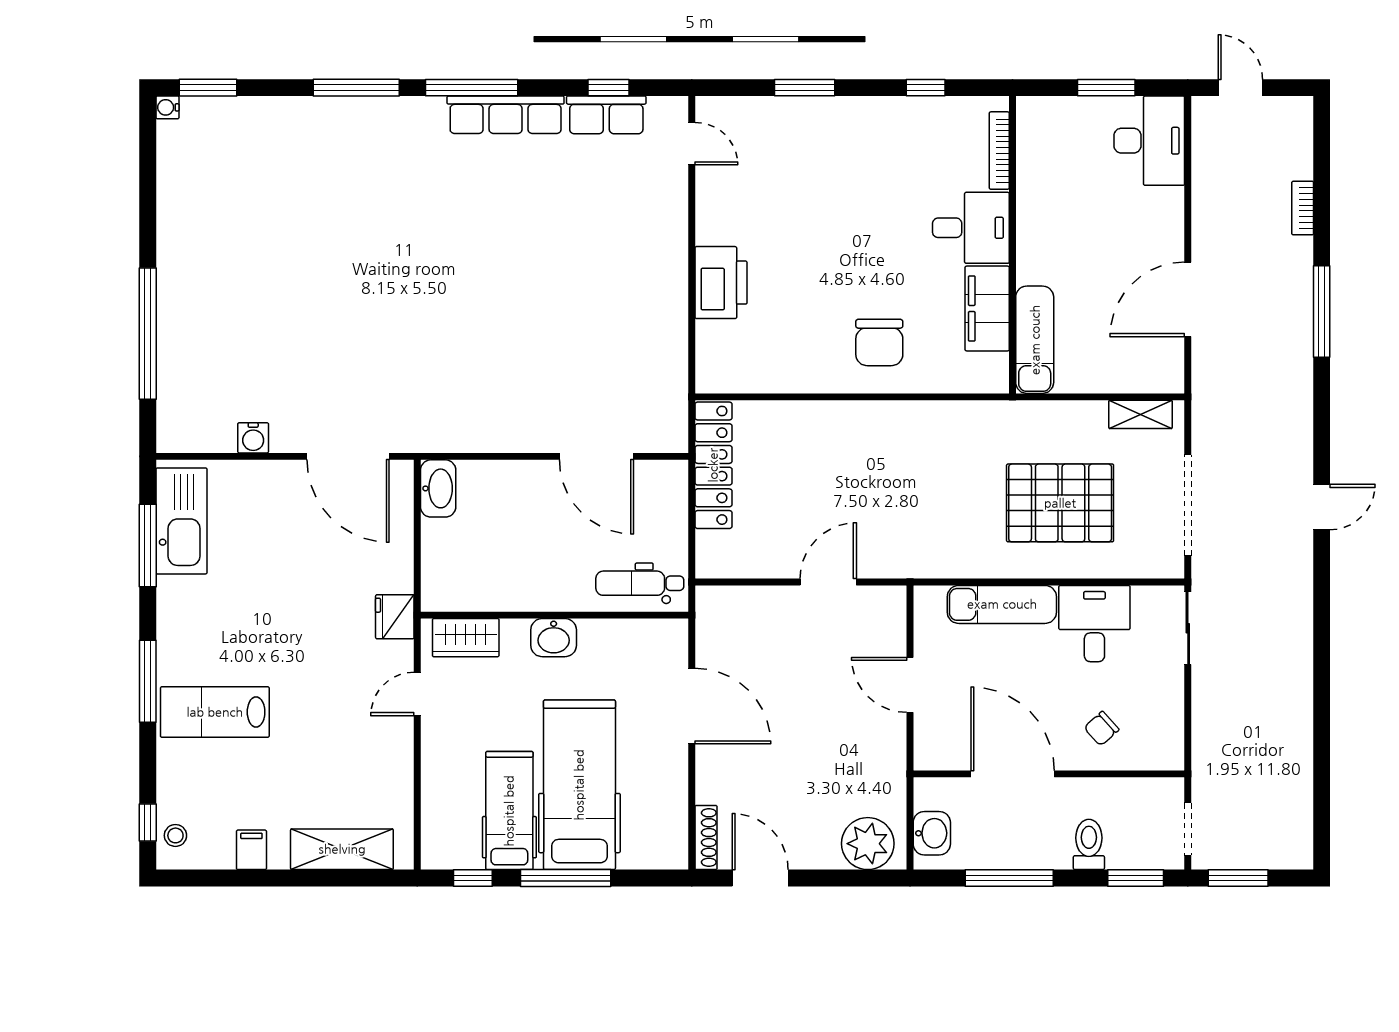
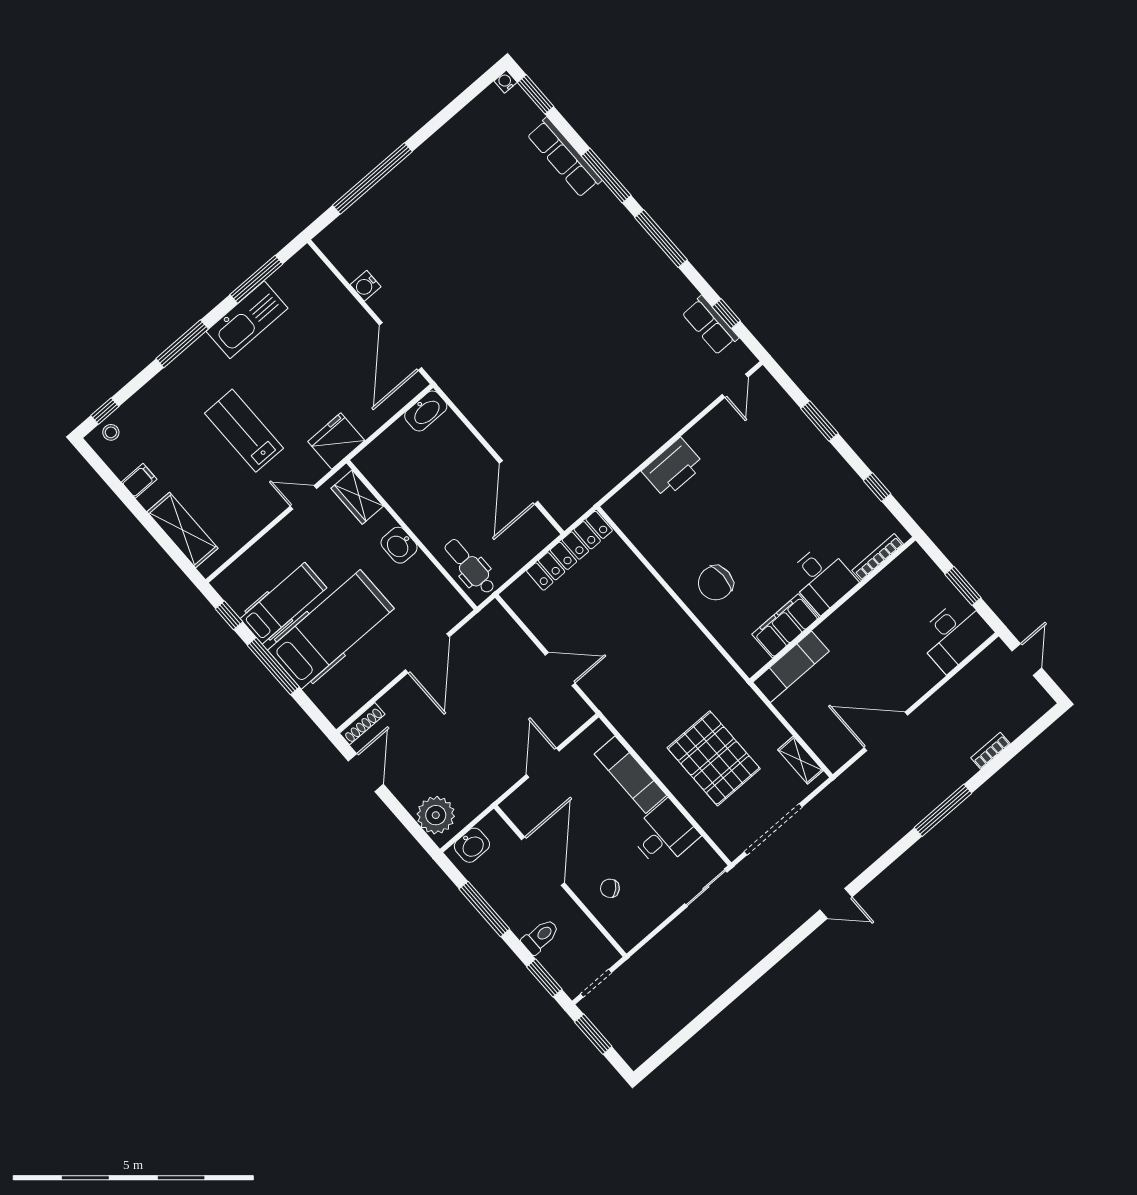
row of seats: (506, 115) -> (564, 157), moved
kitchen sink: (181, 521) -> (247, 320), moved
fridge: (395, 617) -> (336, 441), width x1.36, depth x1.34
lab bench: (215, 712) -> (244, 431), moved

